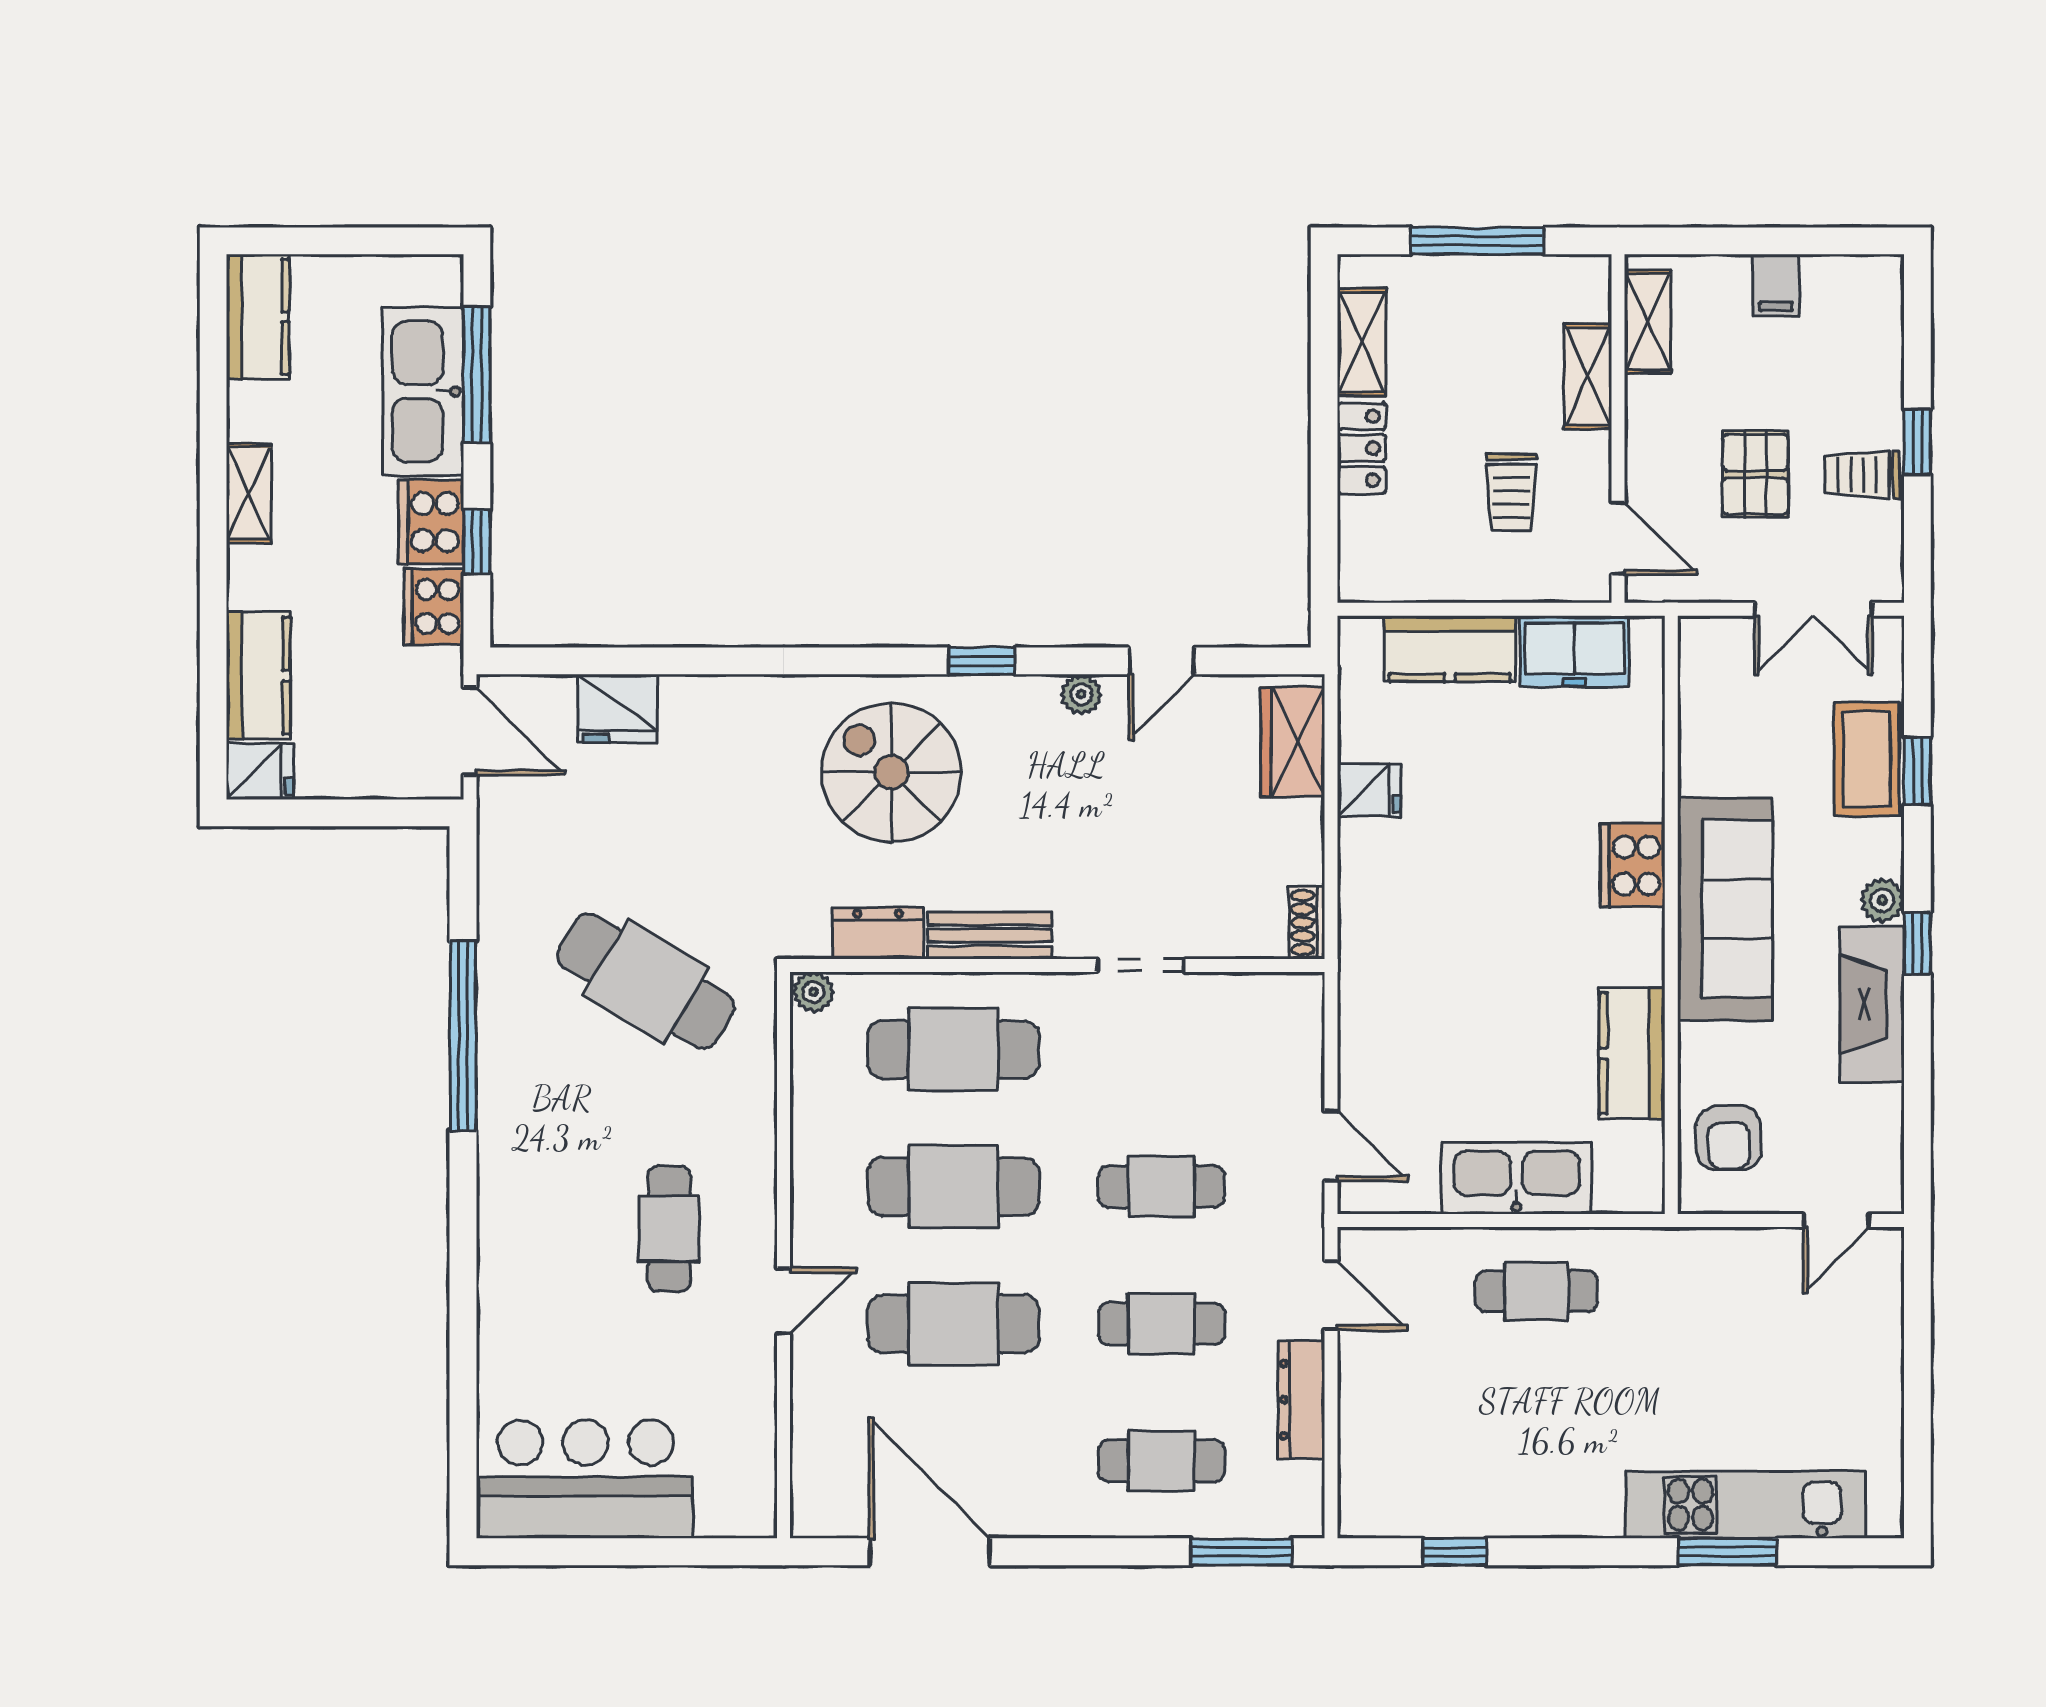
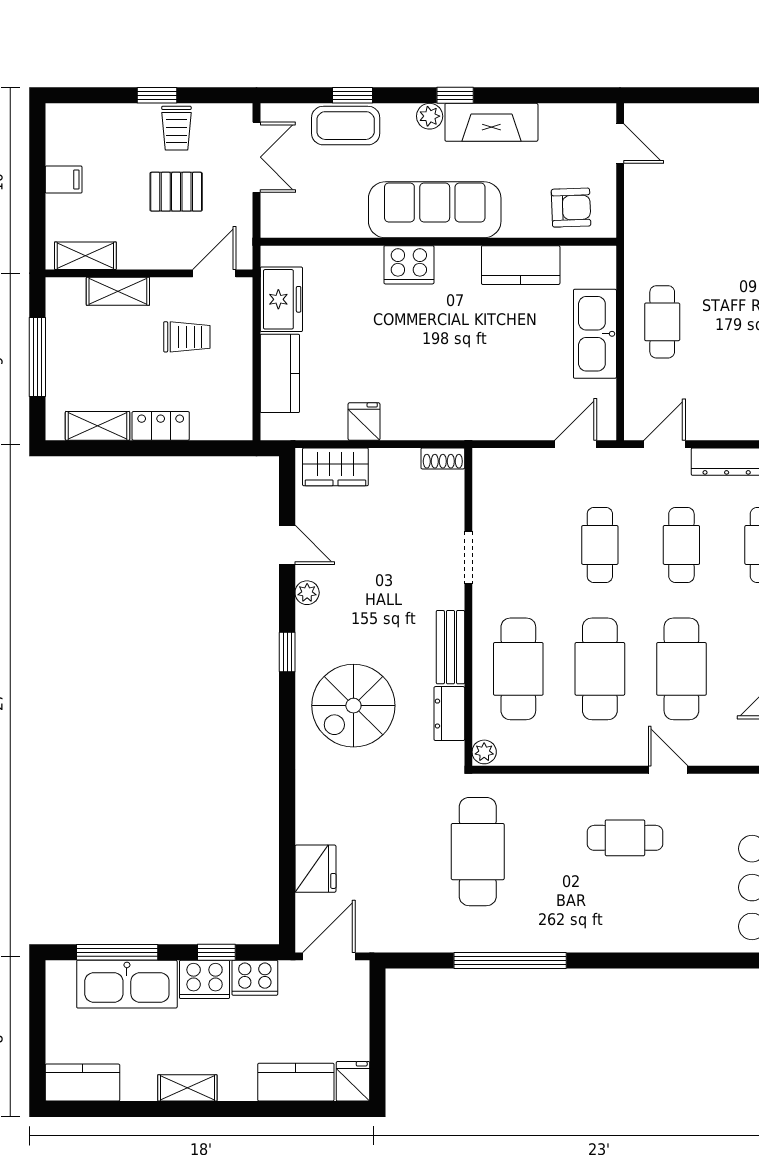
cafe table: (646, 981) -> (478, 852), turned -31

